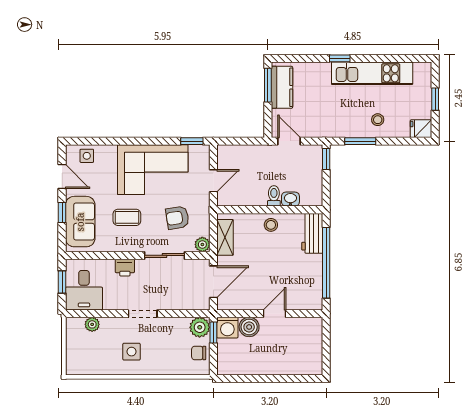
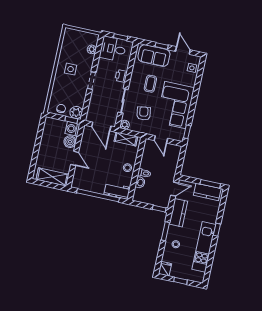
kitchen counter: (326, 127) -> (178, 213), added
door: (62, 177) -> (183, 51), swing flipped
shelving: (312, 343) -> (52, 177), added

